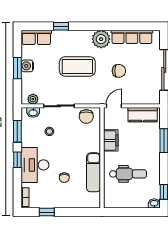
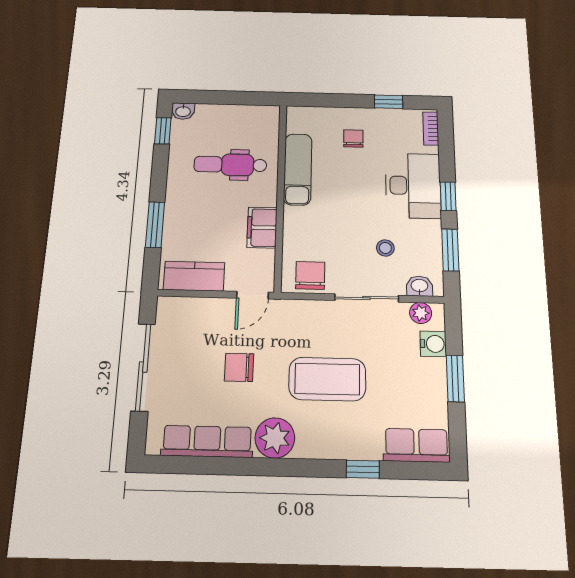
water cooler: (27, 66) -> (433, 344), moved
chair: (64, 178) -> (353, 138), moved

